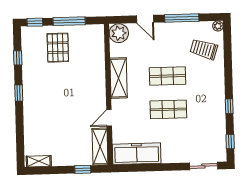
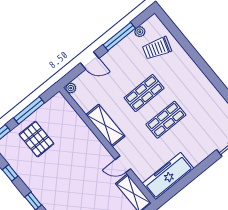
plant: (218, 26) -> (140, 32), moved
plant: (119, 33) -> (71, 88), width x0.53, depth x0.53
window: (229, 106) -> (214, 79), removed
door: (109, 118) -> (123, 164), hinge flipped

